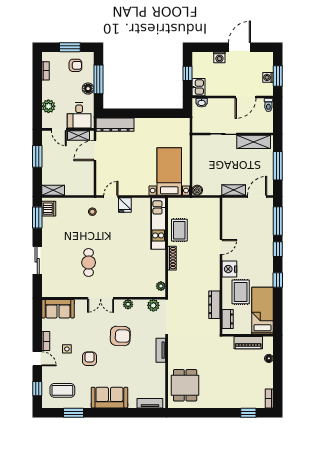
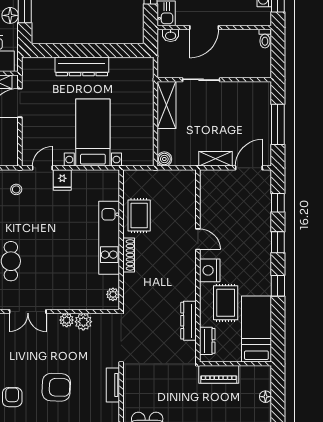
door: (246, 97) -> (204, 27), moved
dresser: (115, 125) -> (82, 66), moved
shelving: (254, 142) -> (167, 105), moved, turned 90
bed with nightstands: (169, 171) -> (93, 133), moved
window: (278, 221) -> (278, 203), width x0.46
kitchen unit: (158, 224) -> (109, 238), moved
door: (221, 247) -> (198, 239), hinge flipped
plant: (153, 305) -> (83, 322), moved
armchair: (120, 336) -> (56, 387), moved
piano: (248, 343) -> (219, 374), moved

